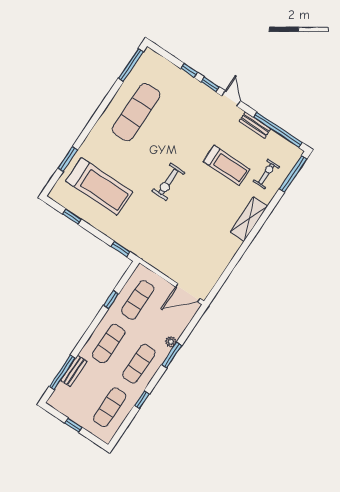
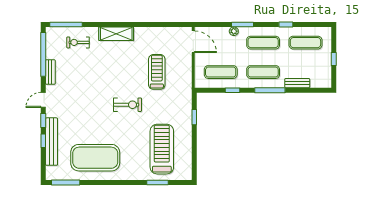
bench: (183, 78) -> (52, 142), added
exercise mat: (136, 112) -> (95, 158), width x1.47
treadmill: (227, 165) -> (157, 72), moved
window: (72, 217) -> (194, 154), removed
window: (120, 249) -> (194, 117), moved
window: (62, 372) -> (270, 90), moved

